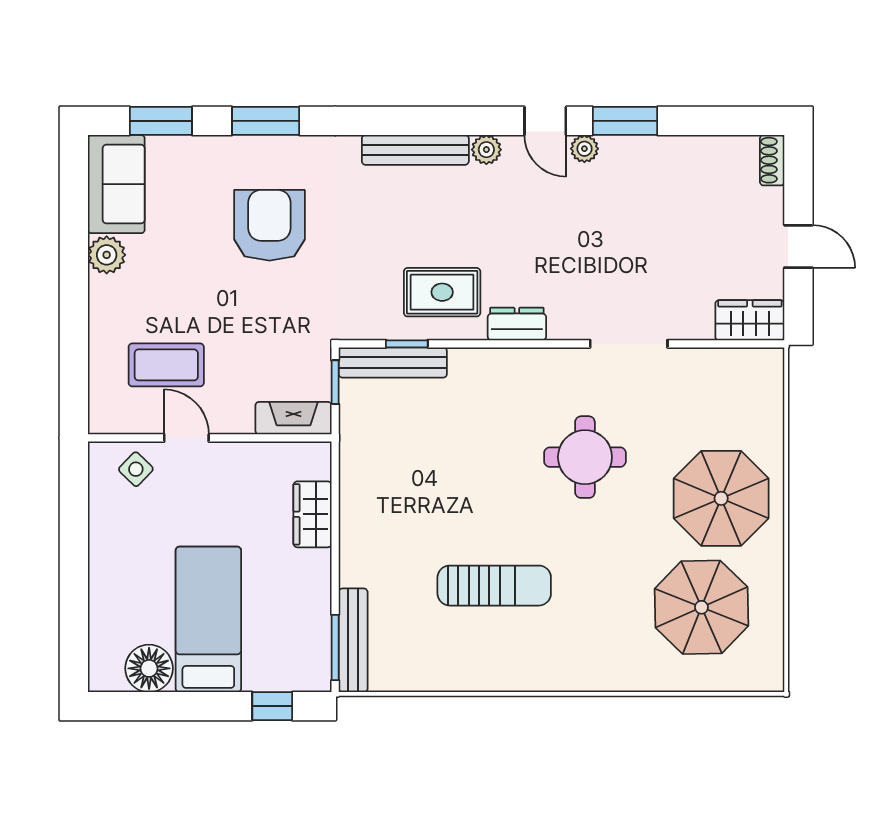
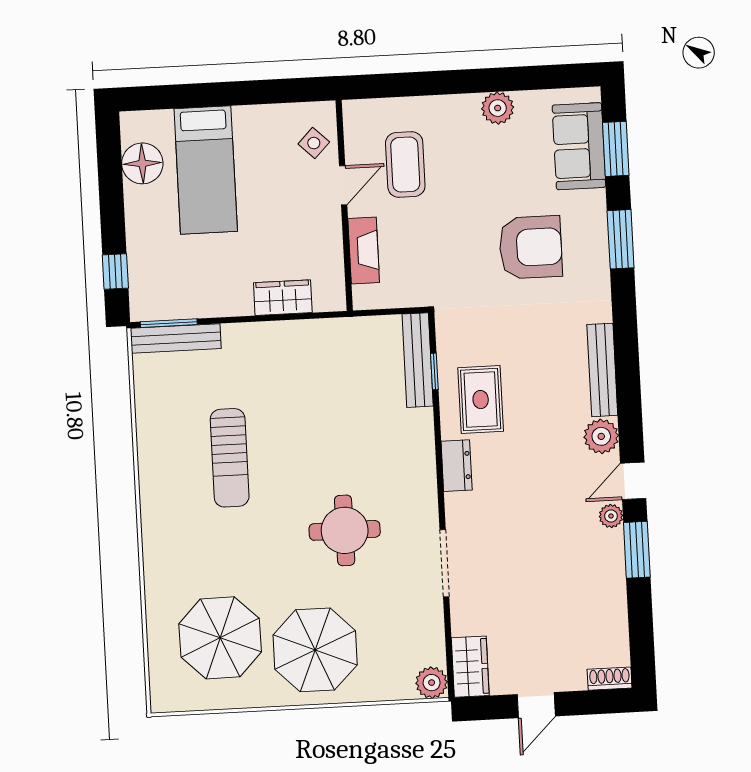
plant: (486, 150) -> (601, 436), width x1.38, depth x1.38
sofa: (116, 184) -> (579, 146), moved, turned 90
plant: (766, 366) -> (432, 683), added
window: (335, 382) -> (398, 311), removed
fireplace: (293, 418) -> (364, 250), moved
bed: (208, 619) -> (206, 170), moved, turned 90

